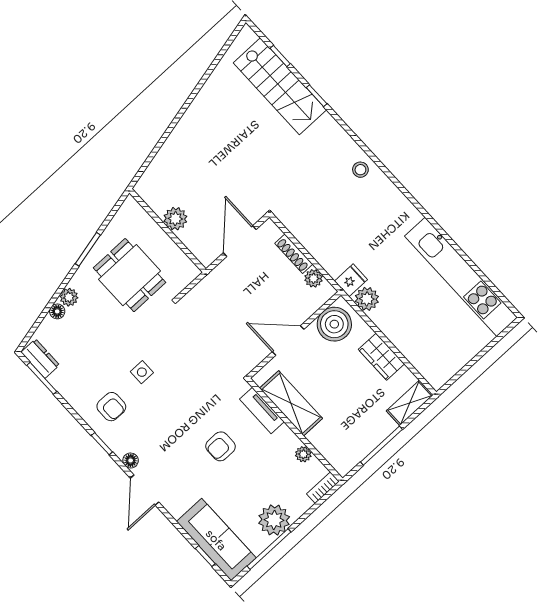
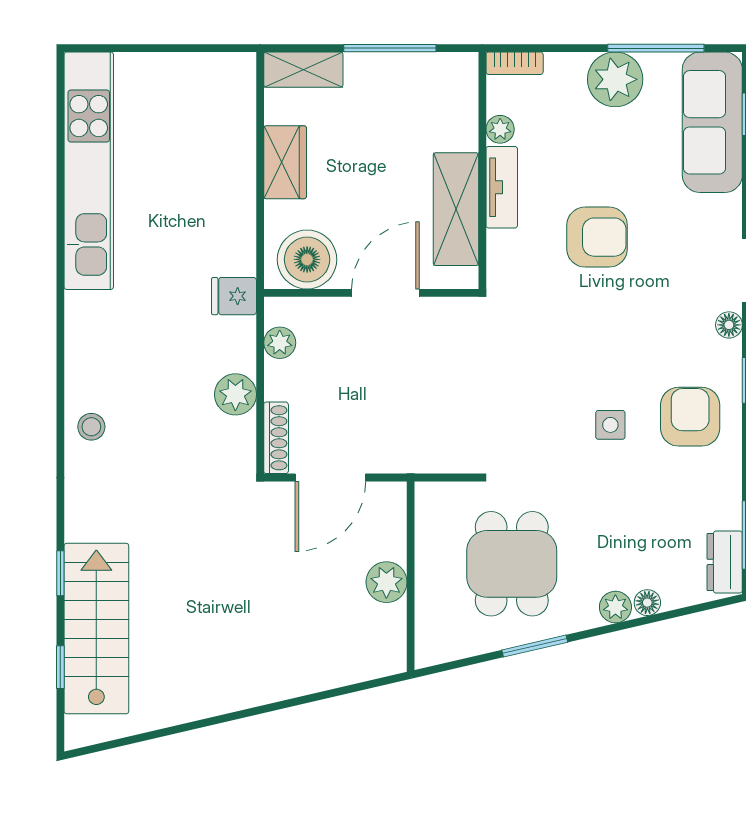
shoe rack: (294, 254) -> (276, 438), moved
plant: (367, 299) -> (235, 394), moved
door: (288, 341) -> (385, 293), swing flipped
armchair: (111, 407) -> (690, 417), width x1.38, depth x1.38
tv unit: (262, 410) -> (502, 187), moved
armchair: (220, 446) -> (597, 237), width x1.38, depth x1.38

